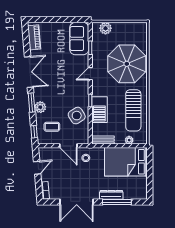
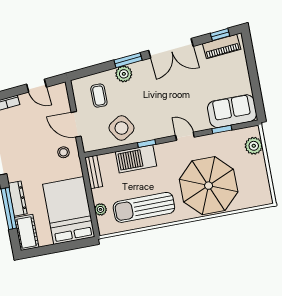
window: (34, 132) -> (220, 35), moved
door: (68, 146) -> (76, 124), hinge flipped
cot: (135, 193) -> (27, 232), added

